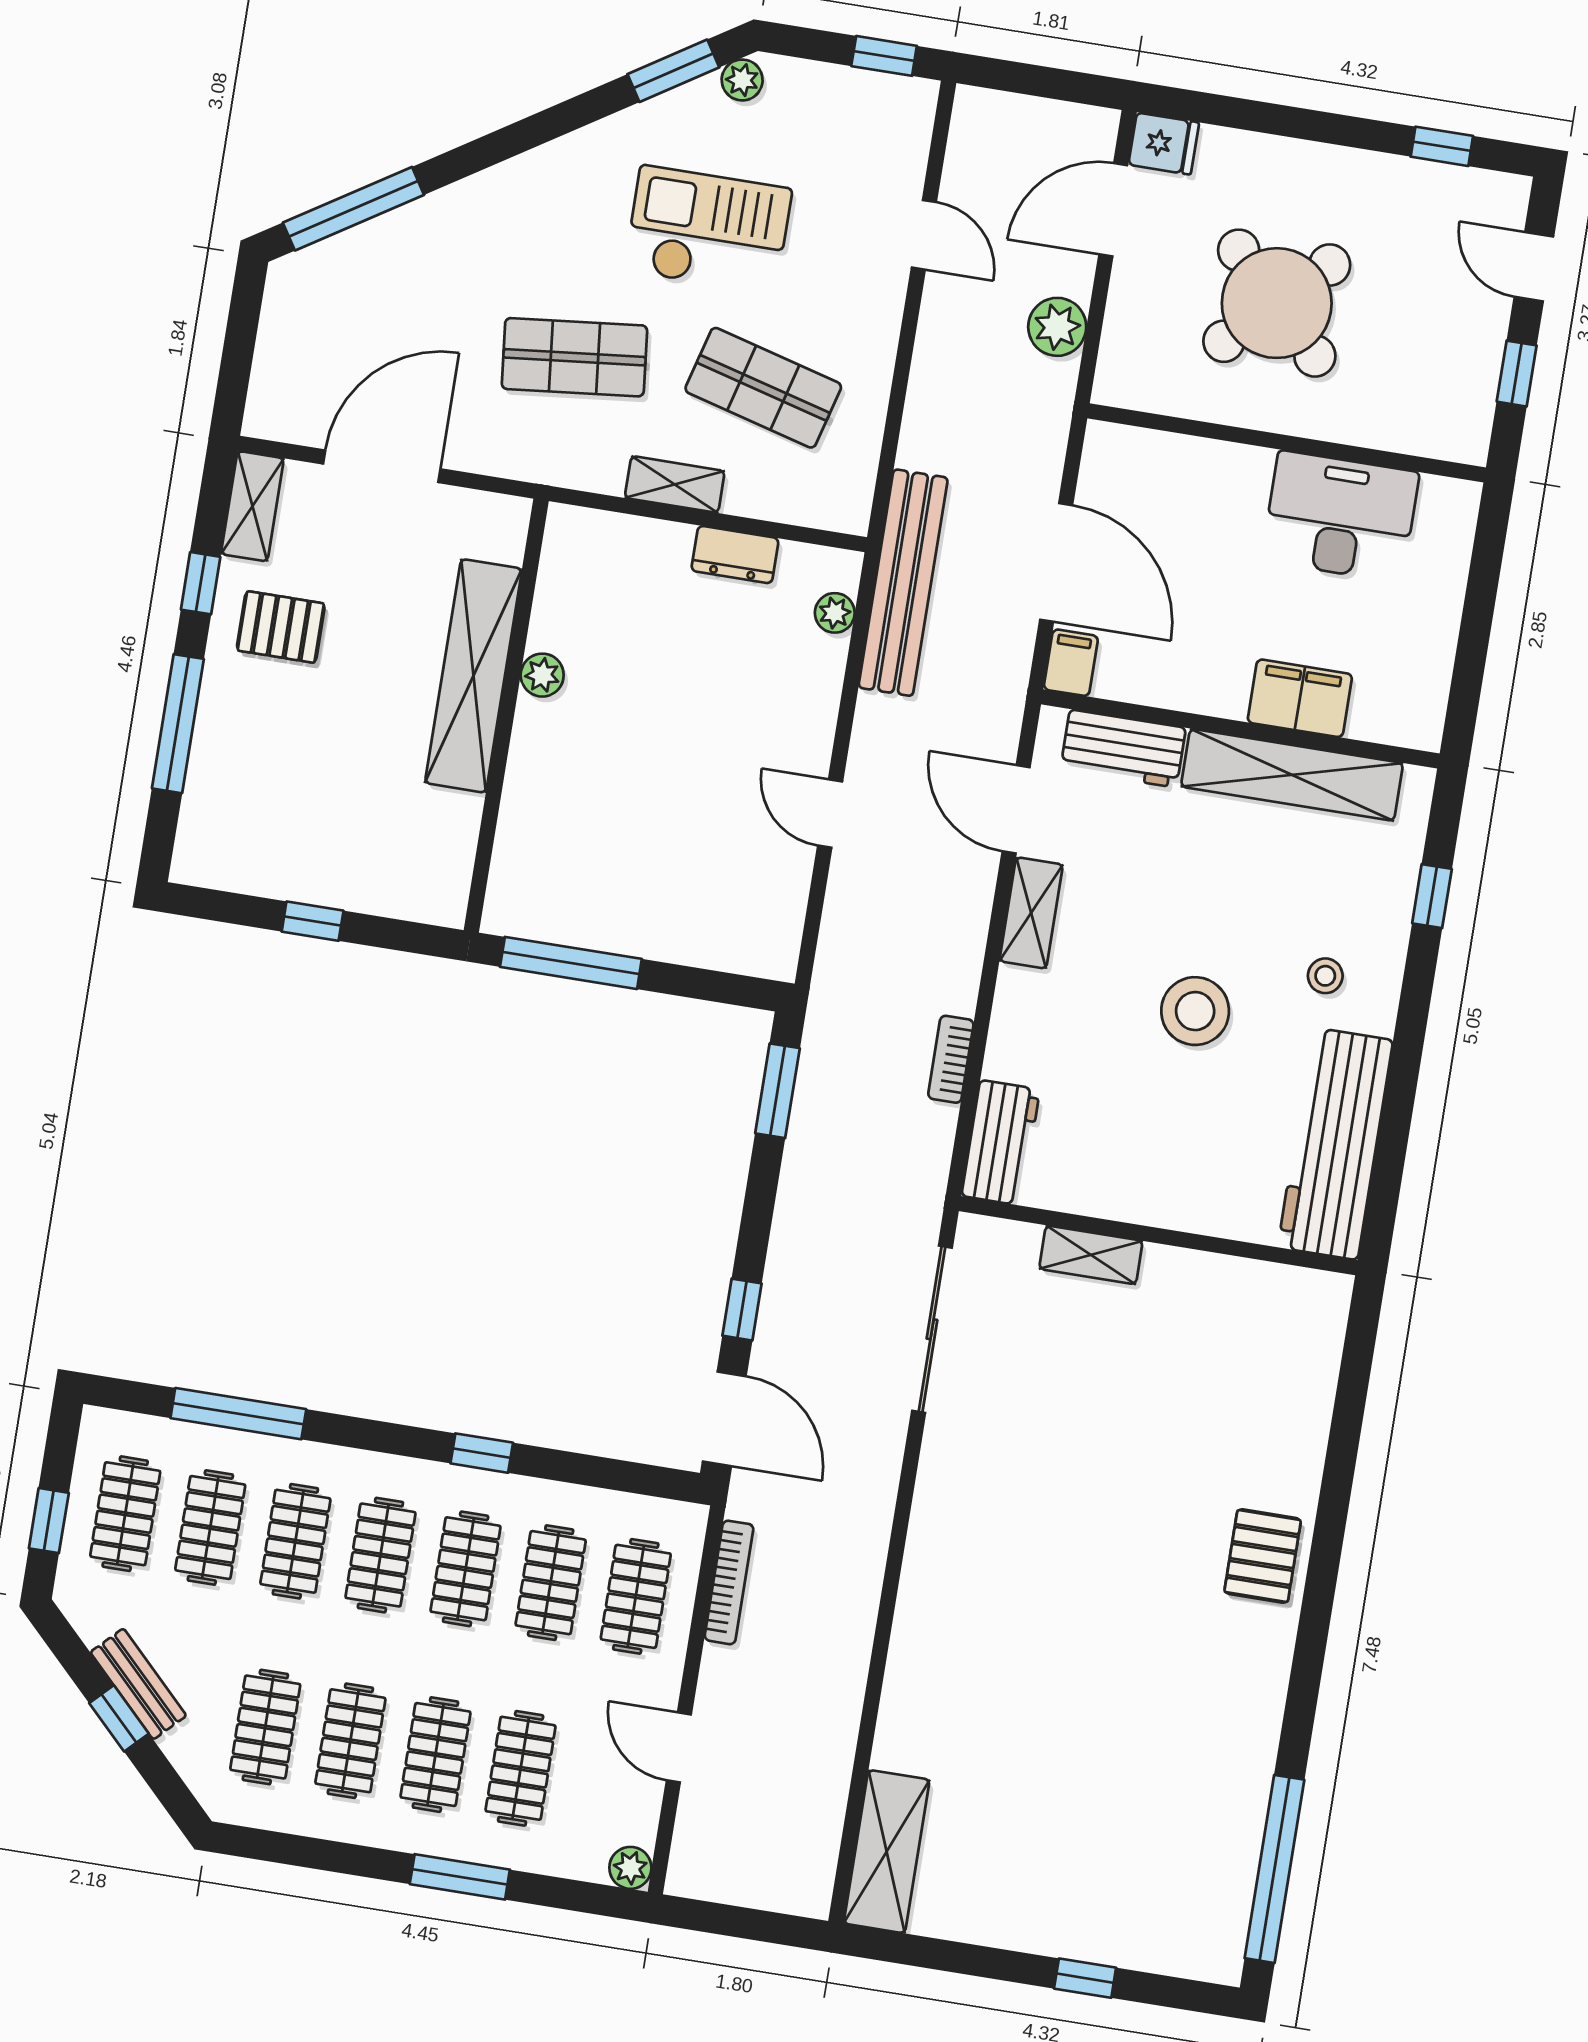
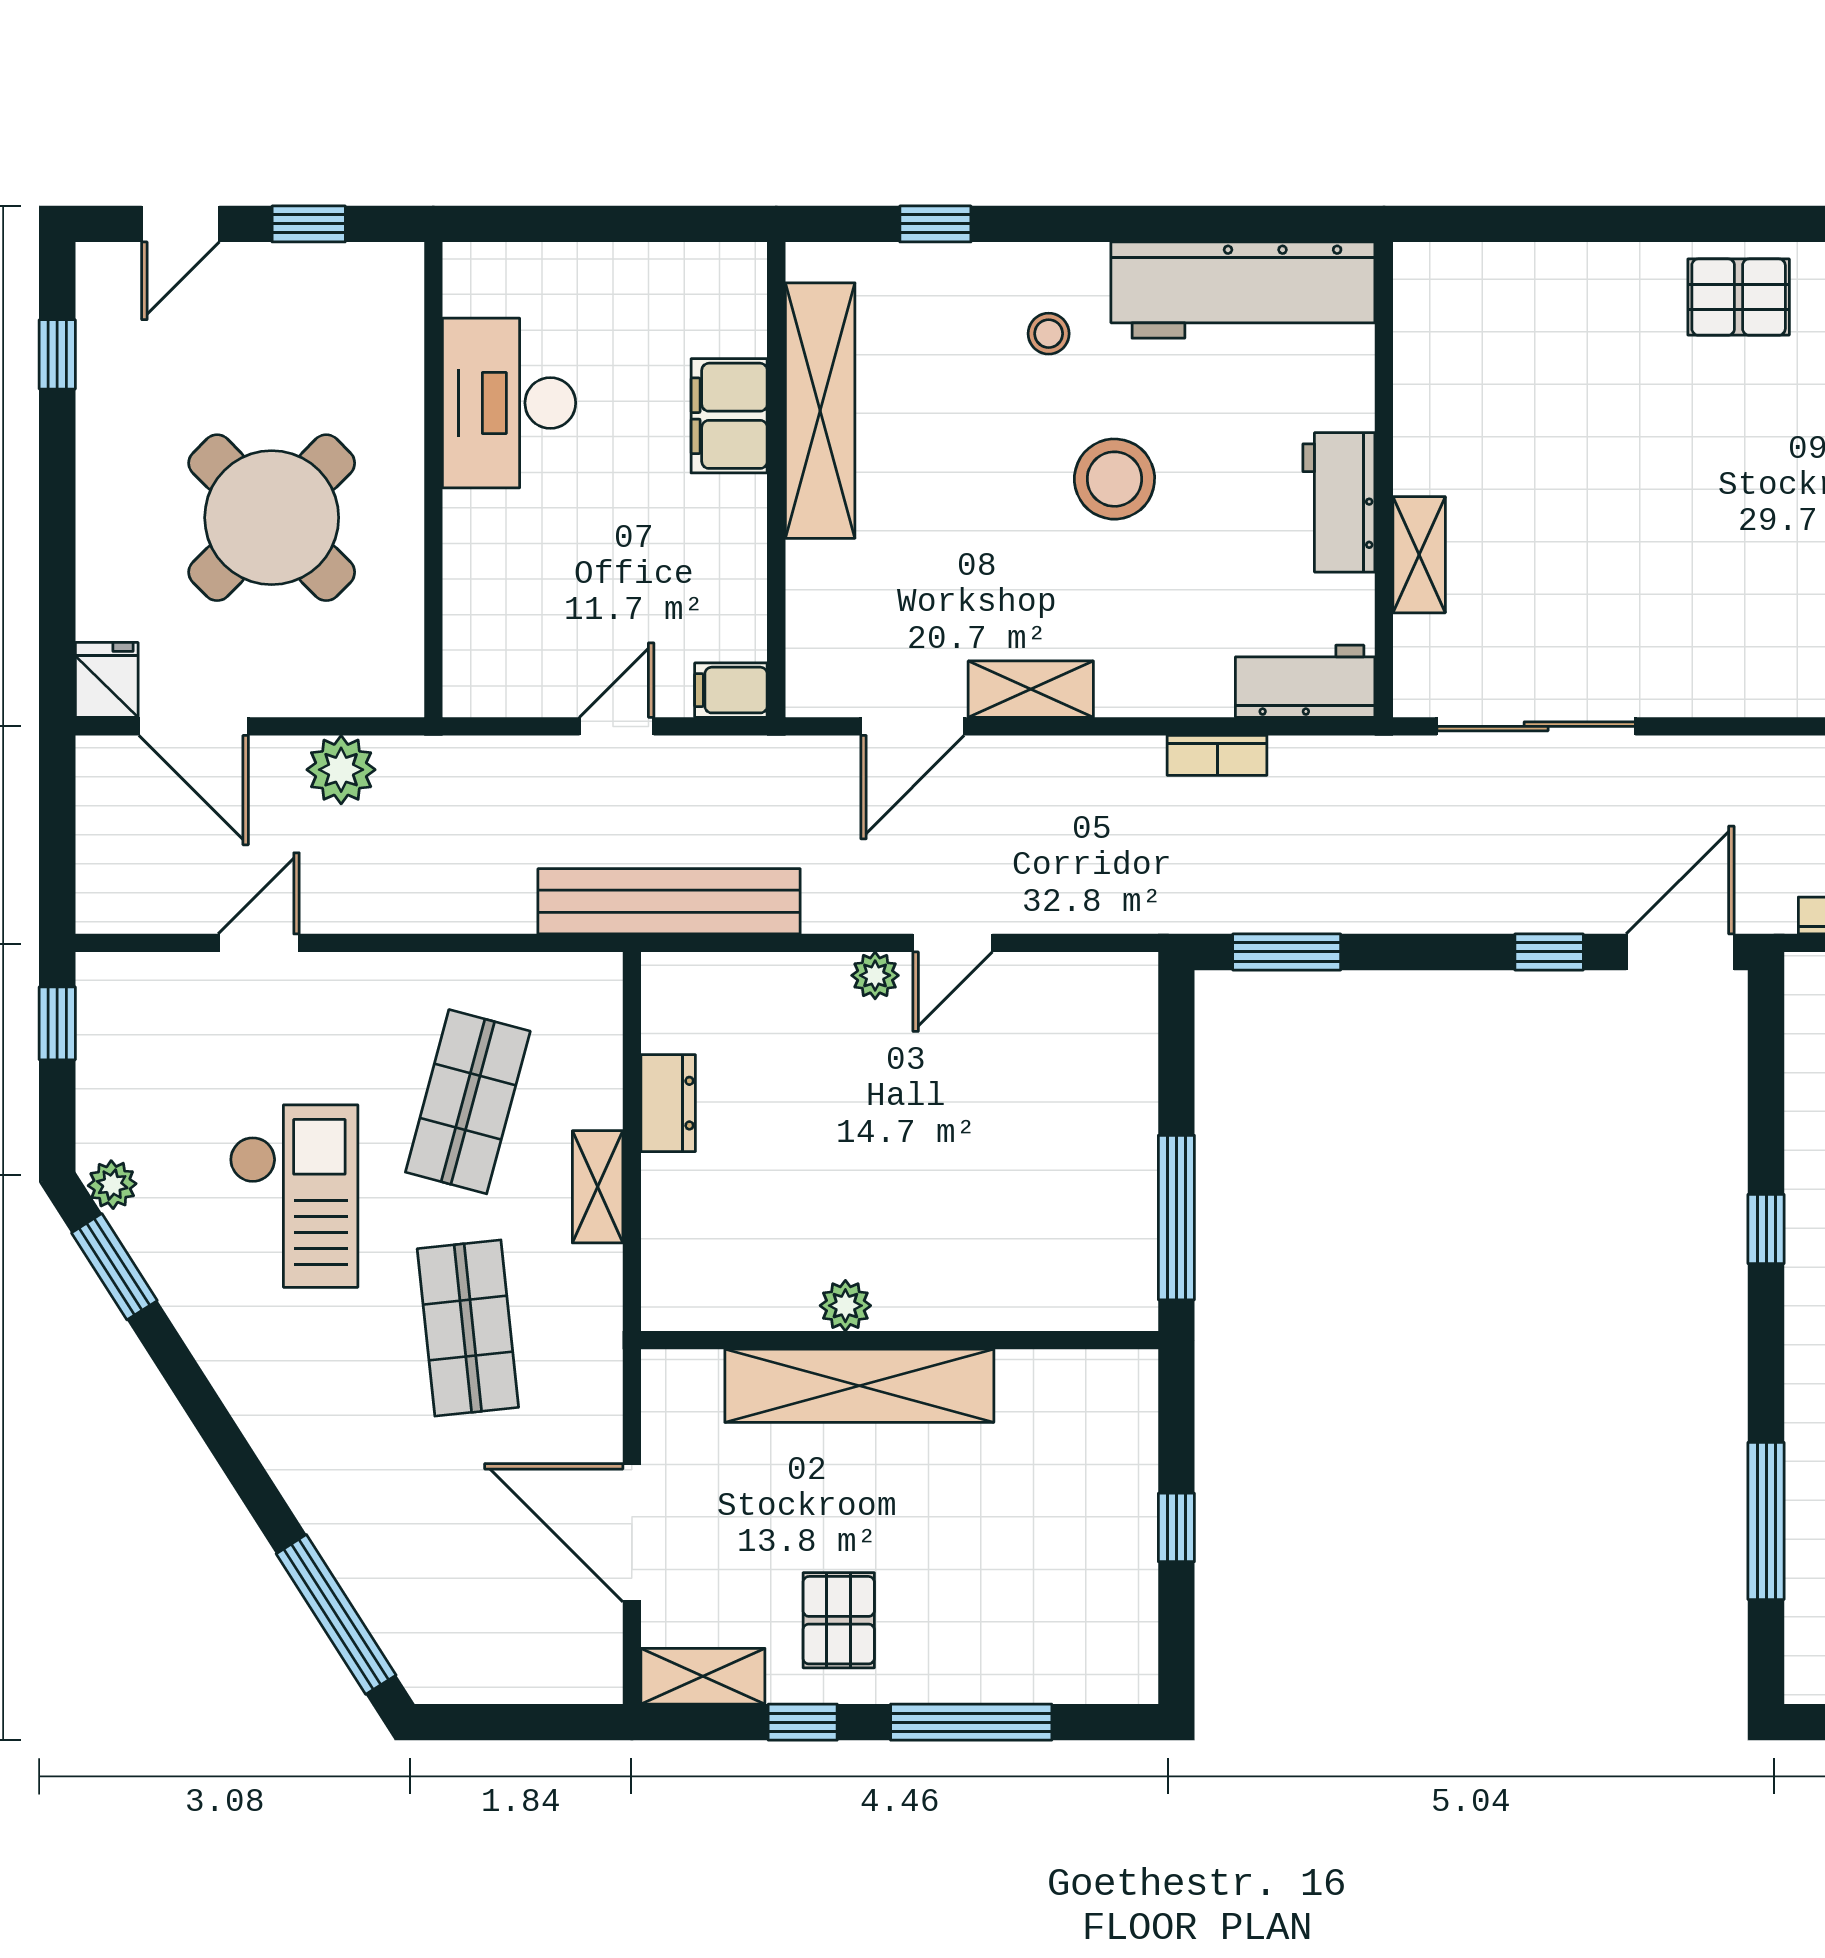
checkout: (708, 230) -> (294, 1196), turned 180
door: (1056, 562) -> (617, 726), width x0.53
plant: (835, 613) -> (875, 975), moved
workbench: (1123, 749) -> (1339, 502), moved, turned 180

